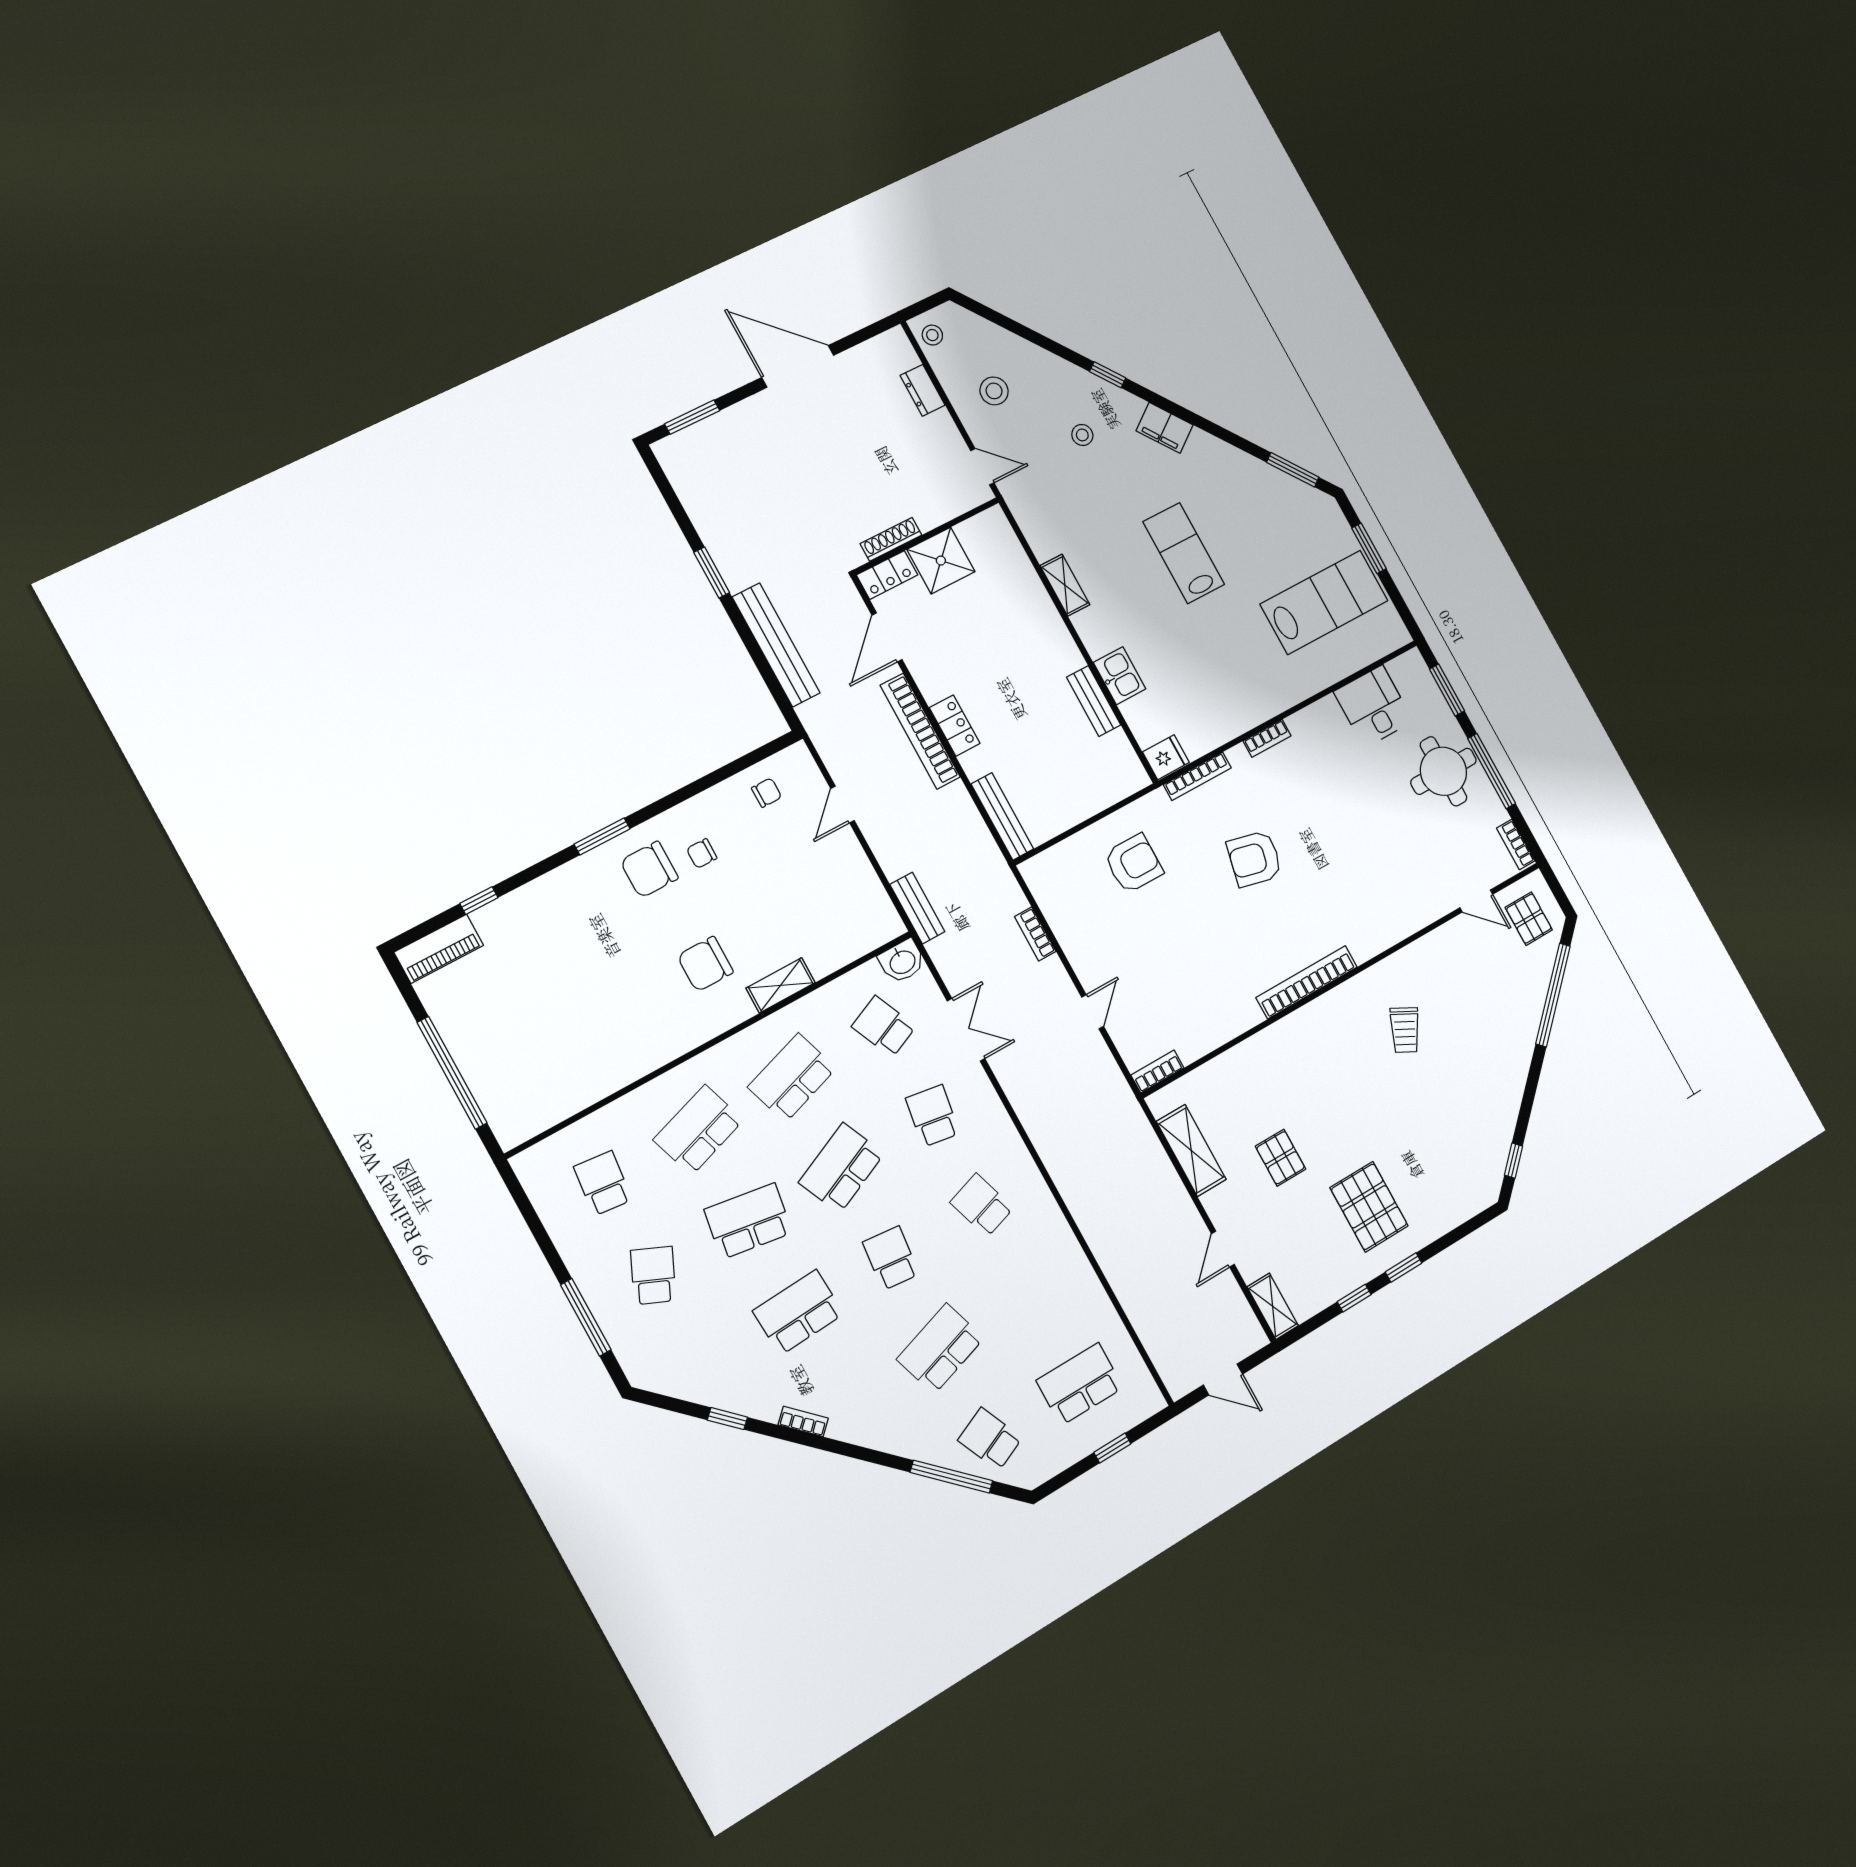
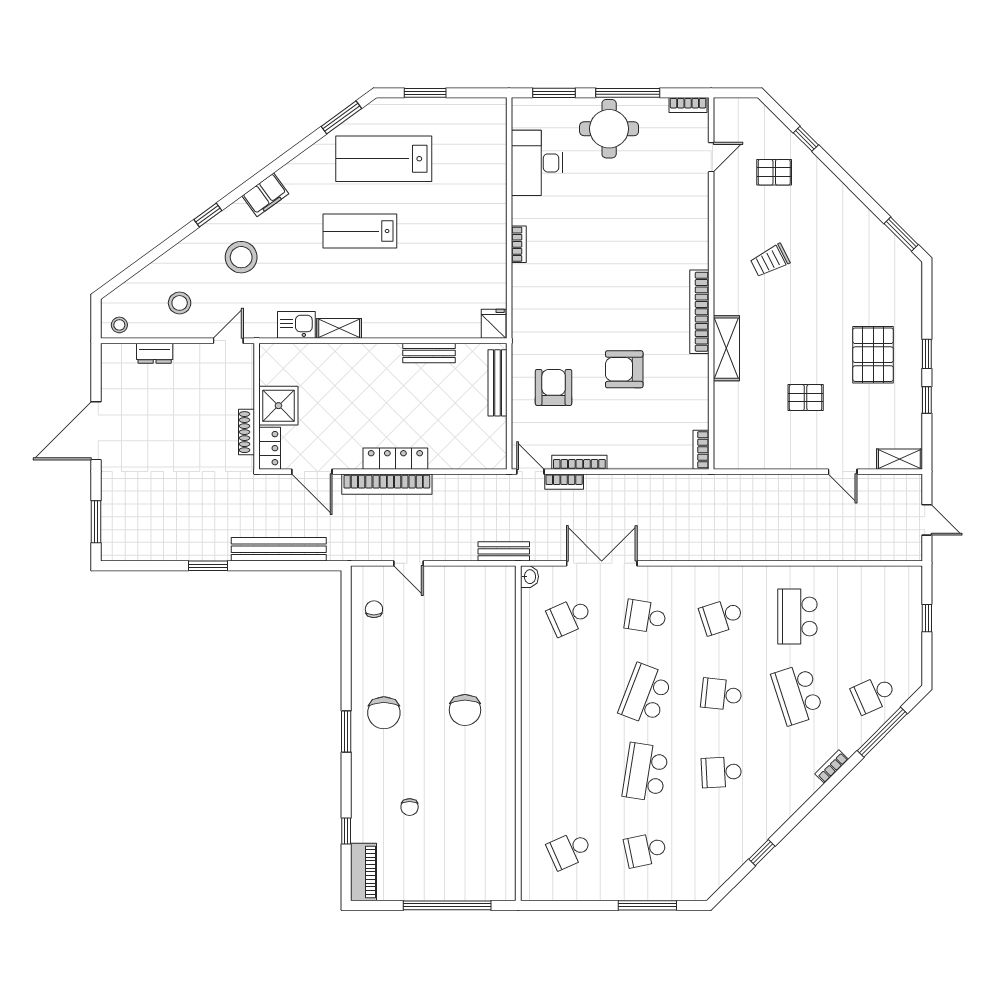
stool: (1082, 435) -> (241, 257), width x1.89, depth x1.89
lab bench: (1324, 602) -> (384, 159), moved, turned -90
kitchen sink: (1120, 676) -> (296, 325), moved
desk: (1373, 706) -> (537, 163), width x1.37
locker: (955, 726) -> (395, 459), width x1.53
bookcase: (1197, 776) -> (579, 462), moved, turned -90
bench: (1002, 816) -> (498, 383), moved, turned 90
chair: (702, 853) -> (410, 807), moved
armchair: (1254, 859) -> (624, 369), moved, turned 77
pallet: (1529, 919) -> (774, 172), moved
washbasin: (902, 961) -> (529, 577), width x0.72, depth x0.69
shelving: (781, 985) -> (505, 669), removed
window: (1553, 995) -> (806, 139), width x0.32
door: (1093, 1012) -> (530, 472), moved
double door: (966, 1030) -> (602, 563), width x1.37
trolley: (1405, 1030) -> (770, 260), turned 126
school desk: (792, 1078) -> (569, 694), removed
school desk: (698, 1130) -> (569, 772), removed
shelving: (1191, 1150) -> (726, 348), moved, turned 90
window: (1513, 1161) -> (901, 234), width x1.50
school desk: (841, 1168) -> (645, 694), turned 45
school desk: (603, 1183) -> (569, 850), turned -30
pallet: (1369, 1207) -> (873, 355), turned 90
school desk: (653, 1275) -> (645, 850), turned -36
school desk: (798, 1312) -> (721, 772), width x0.54
door: (1223, 1379) -> (927, 520), hinge flipped
school desk: (1080, 1384) -> (797, 617), moved
bookcase: (803, 1421) -> (832, 767), moved

